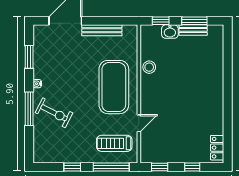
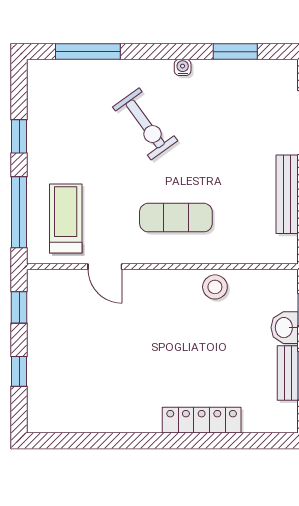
exercise mat: (114, 87) -> (176, 218), width x0.50, depth x0.69
window: (29, 109) -> (88, 52), moved
exercise bike: (54, 113) -> (145, 124), moved, turned -63
locker: (217, 148) -> (202, 420), moved, width x1.53

